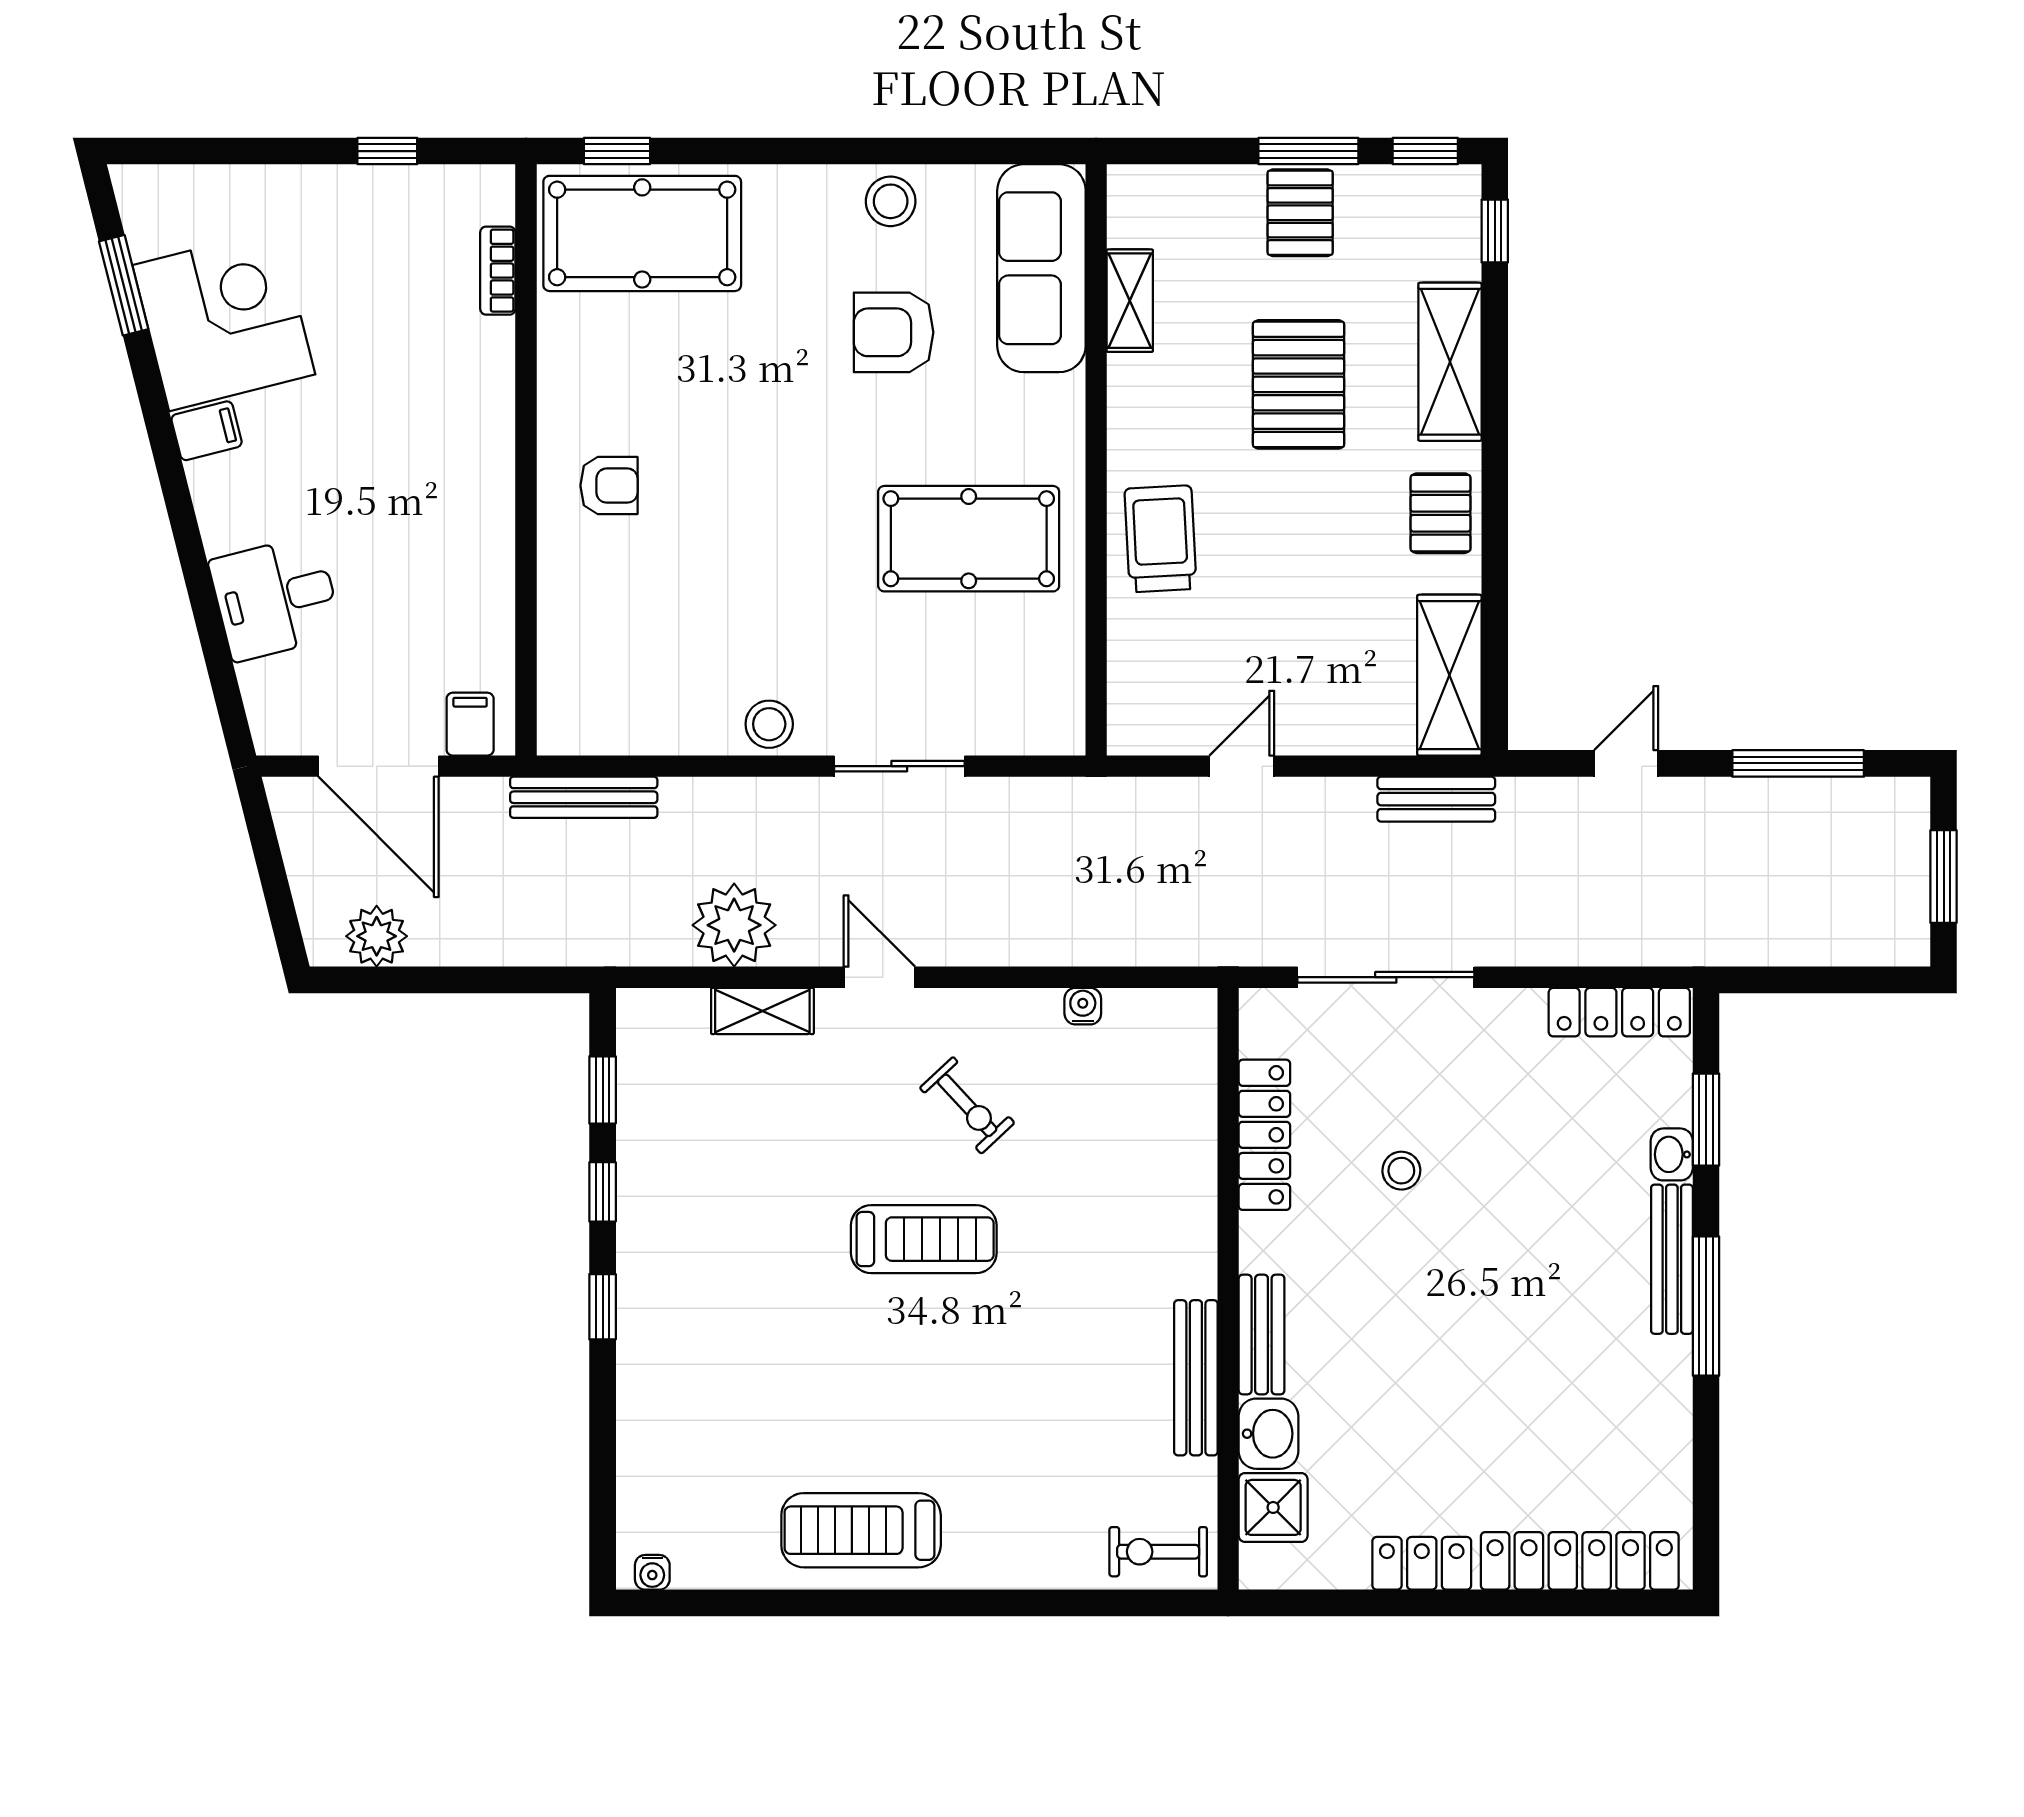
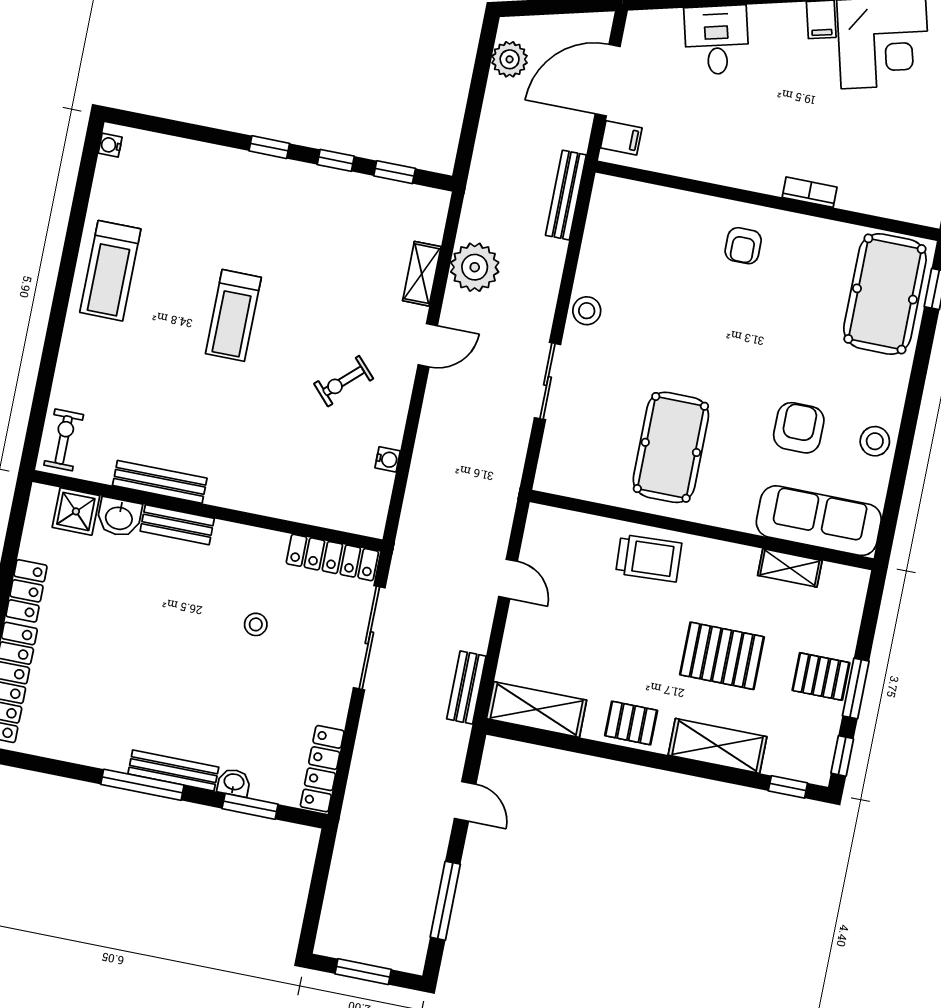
bookcase: (498, 271) -> (810, 192), moved
locker: (1264, 1135) -> (332, 557), moved
treadmill: (924, 1239) -> (233, 315), moved
treadmill: (861, 1530) -> (110, 271), turned 180

